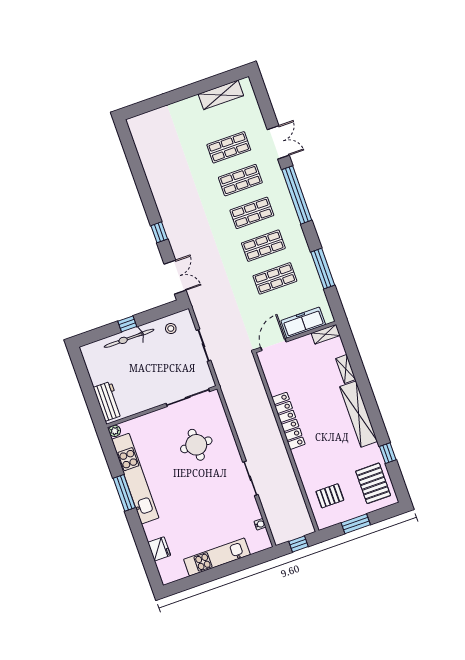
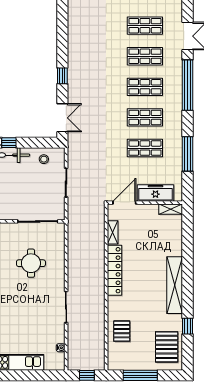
shelving: (346, 369) -> (113, 232), moved
pallet: (330, 496) -> (122, 331), moved, turned 90
window: (356, 524) -> (140, 375), width x1.44

